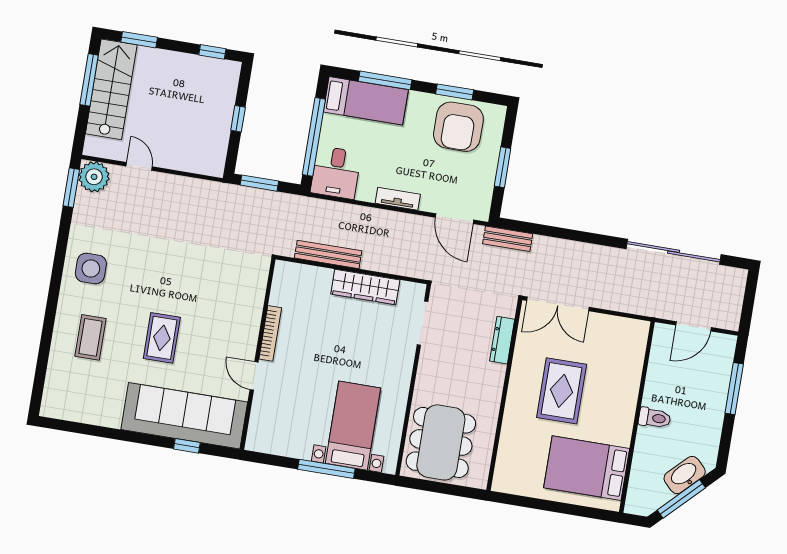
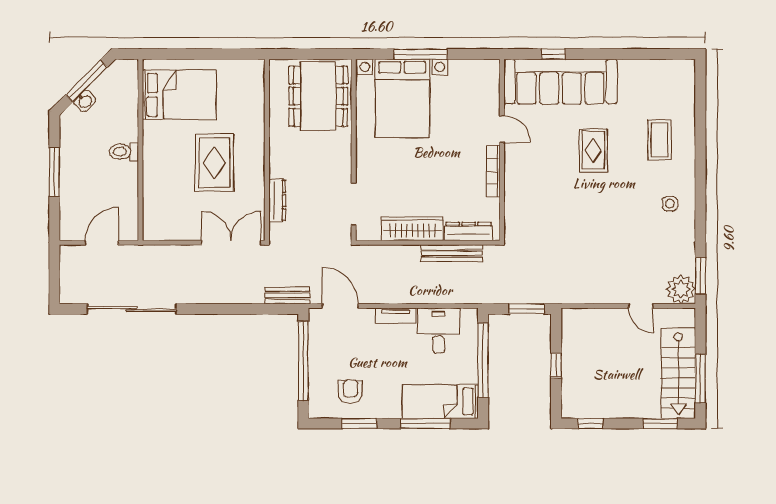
armchair: (458, 127) -> (351, 392), width x0.53, depth x0.53
window: (503, 167) -> (303, 361), width x2.11
desk: (336, 172) -> (438, 331), moved
side table: (91, 269) -> (670, 204), width x0.54, depth x0.54
dresser: (307, 274) -> (469, 231), added
window: (734, 389) -> (54, 172), moved
bed with nightstands: (353, 426) -> (402, 98), width x1.36
washbasin: (685, 475) -> (85, 101), width x0.52, depth x0.69

